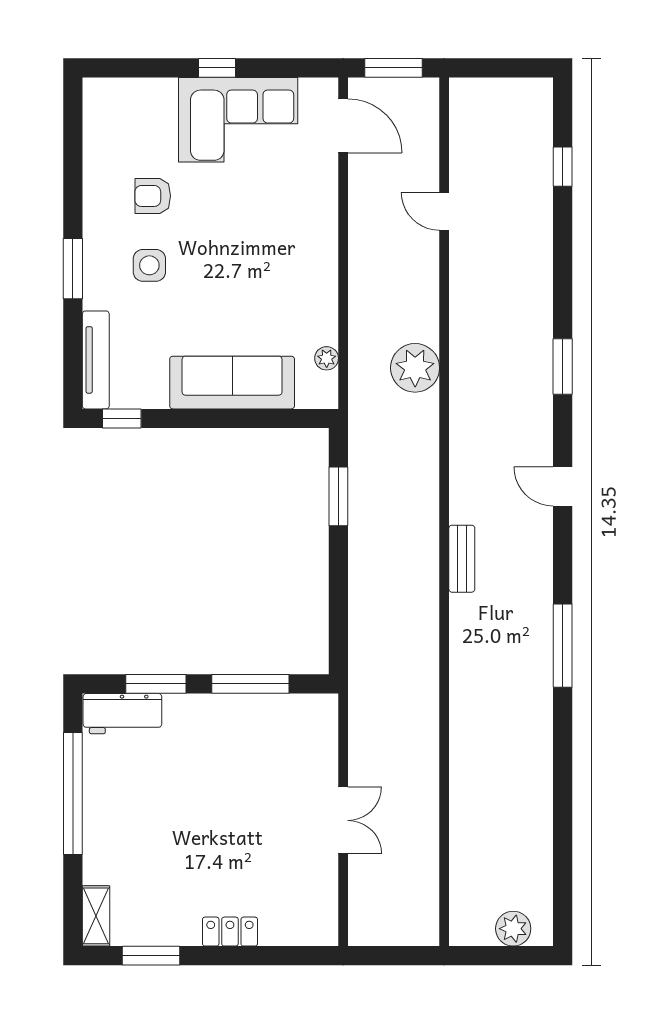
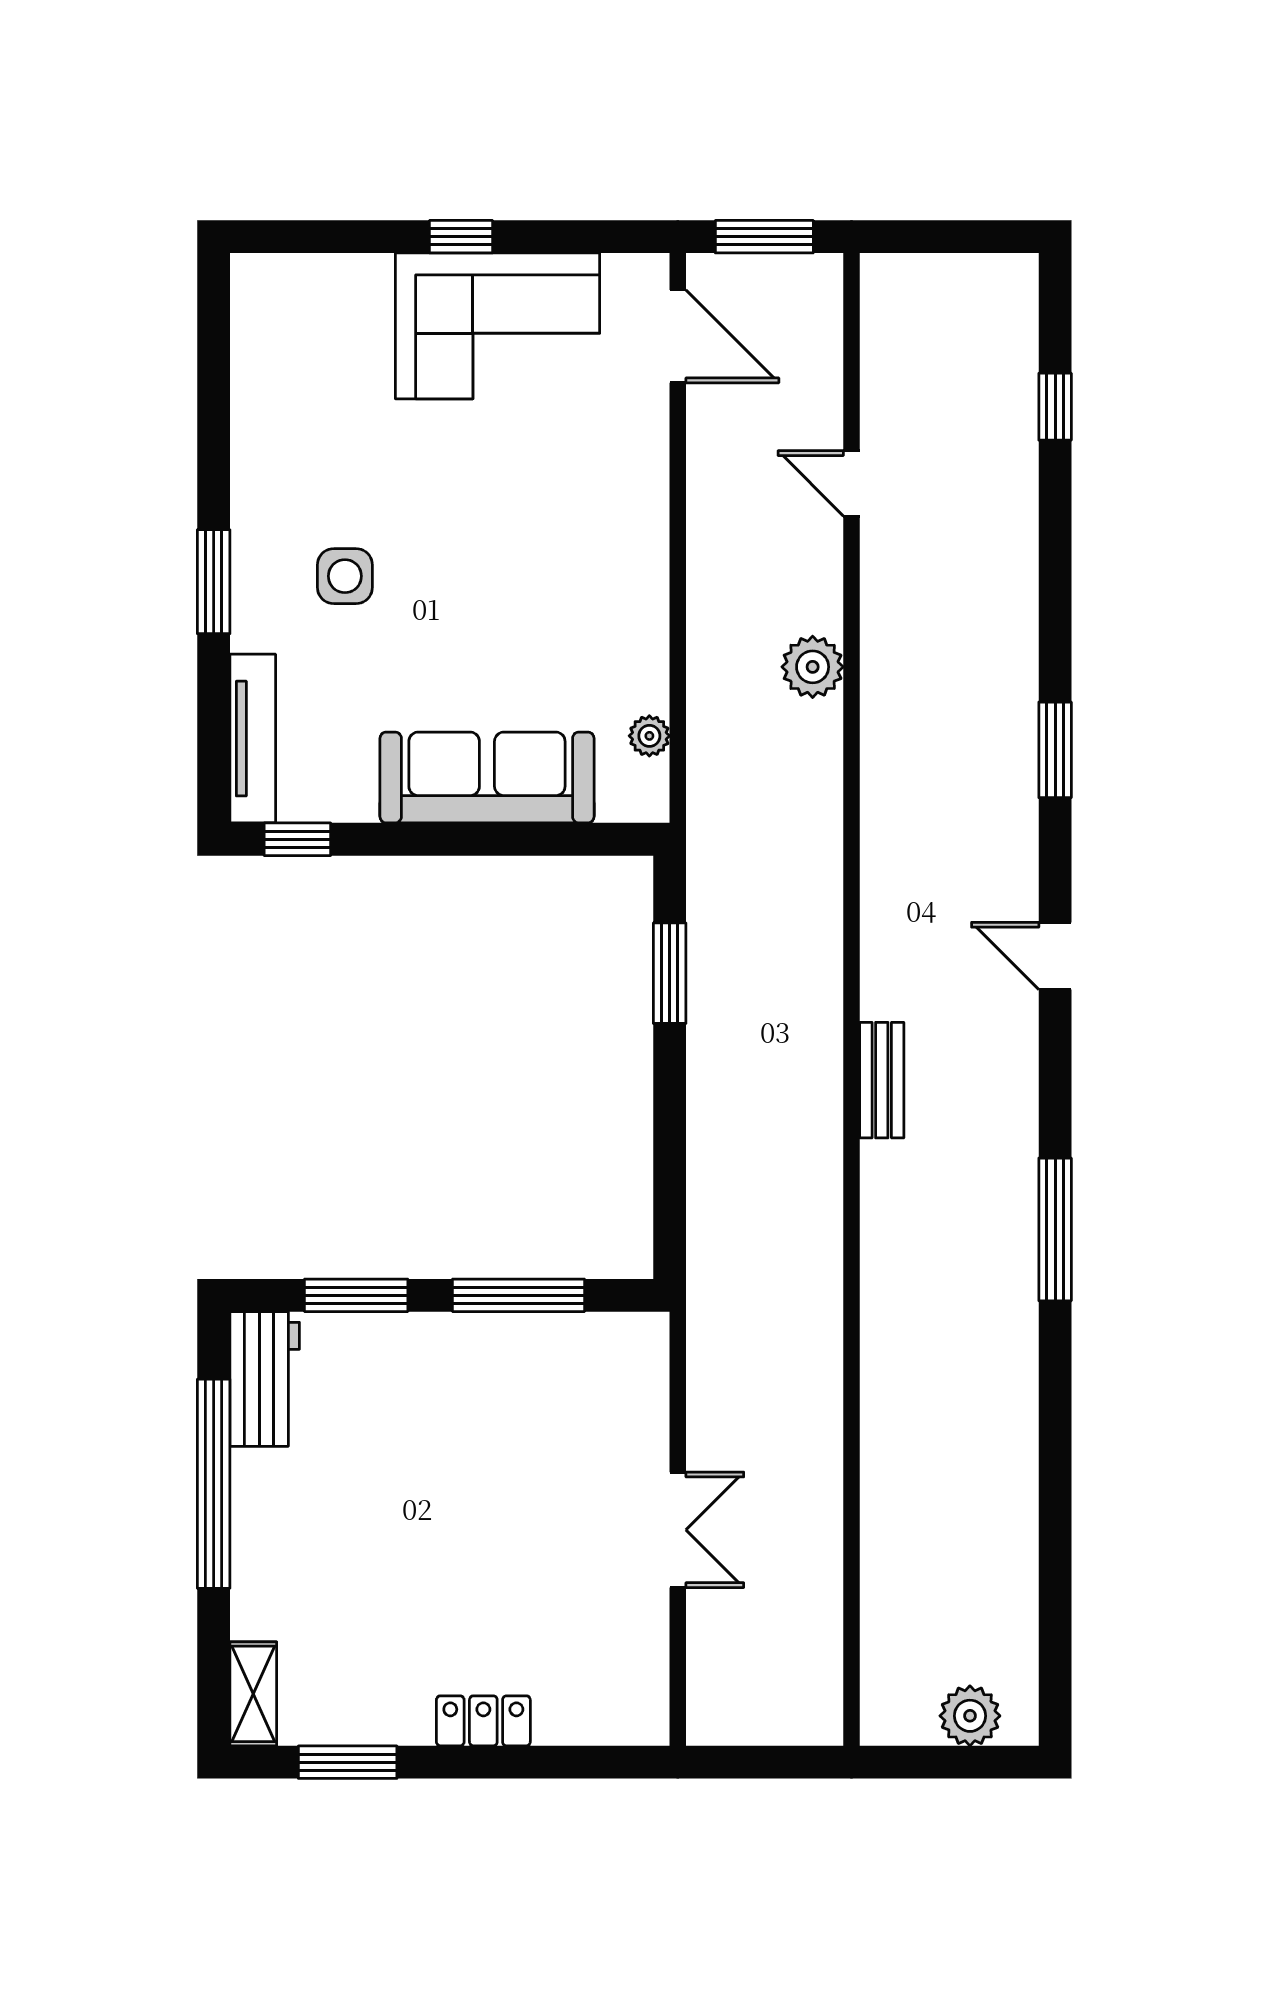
armchair: (153, 196) -> (351, 457), removed
plant: (415, 368) -> (813, 667), moved, width x0.73, depth x0.73
workbench: (122, 714) -> (265, 1379), moved, turned -90

